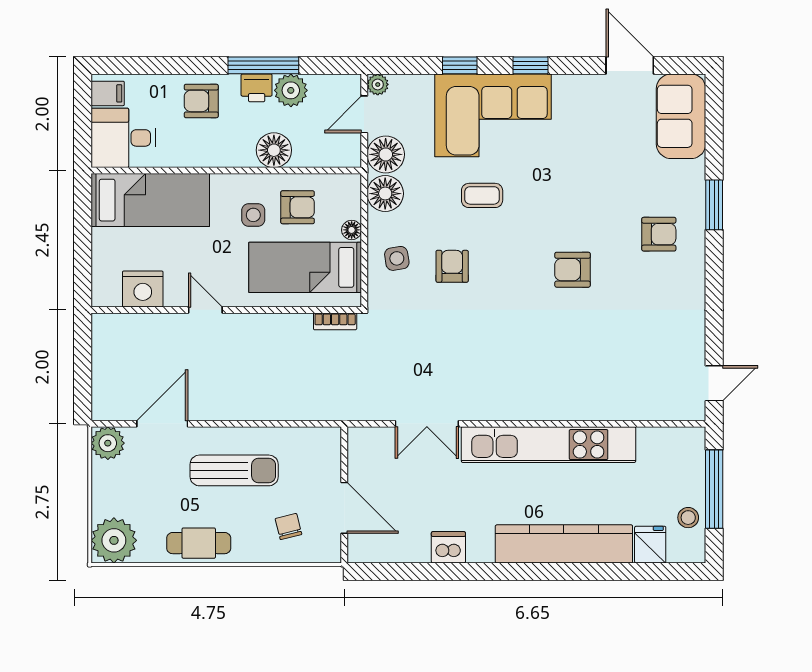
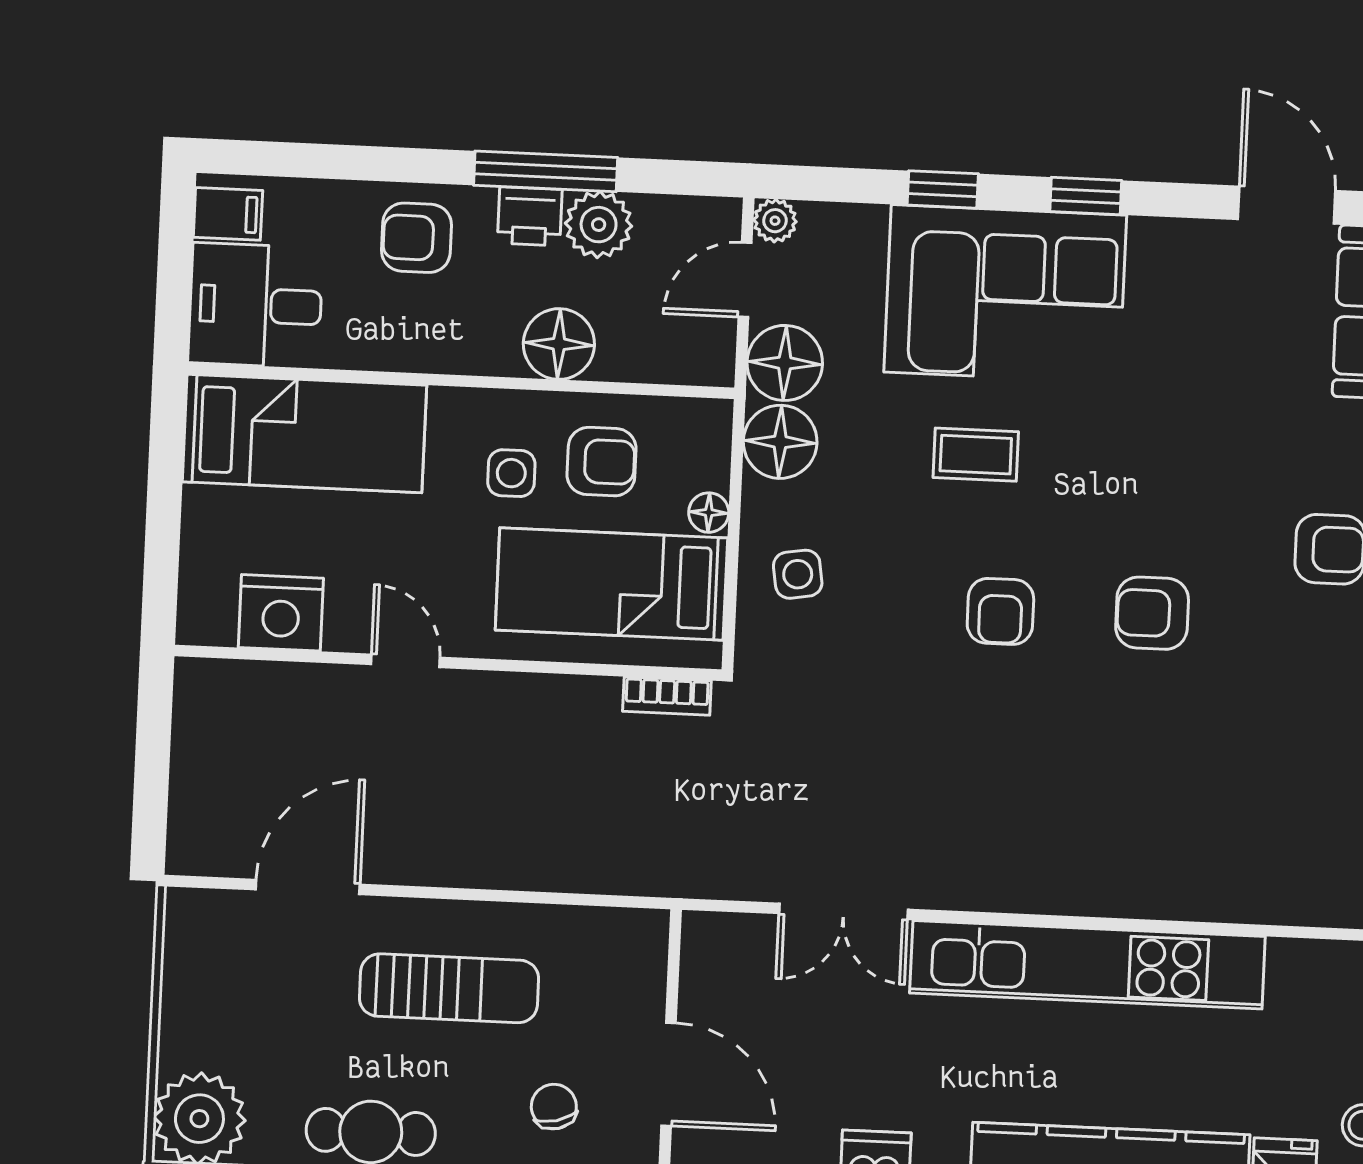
armchair: (452, 266) -> (1000, 611), moved, turned 180
plant: (108, 443) -> (196, 921), removed

